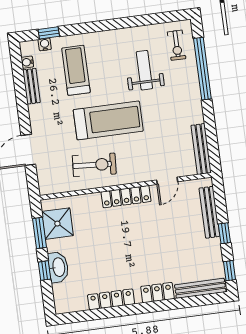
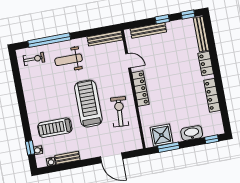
weight bench: (144, 70) -> (69, 60), moved
window: (44, 271) -> (212, 139), moved

